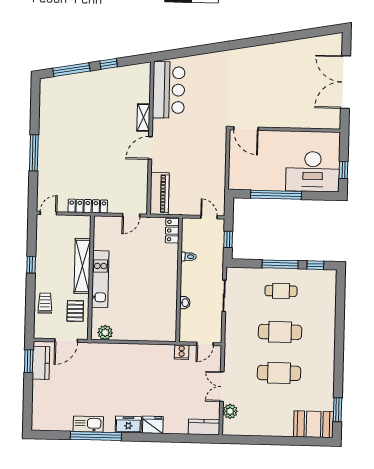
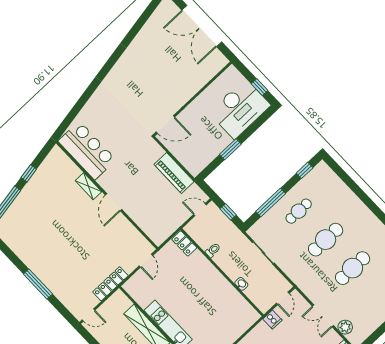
piano: (160, 194) -> (174, 173), moved, turned 180
window: (276, 195) -> (230, 149), width x0.47
door: (48, 213) -> (88, 315), swing flipped
window: (280, 264) -> (271, 202), moved

